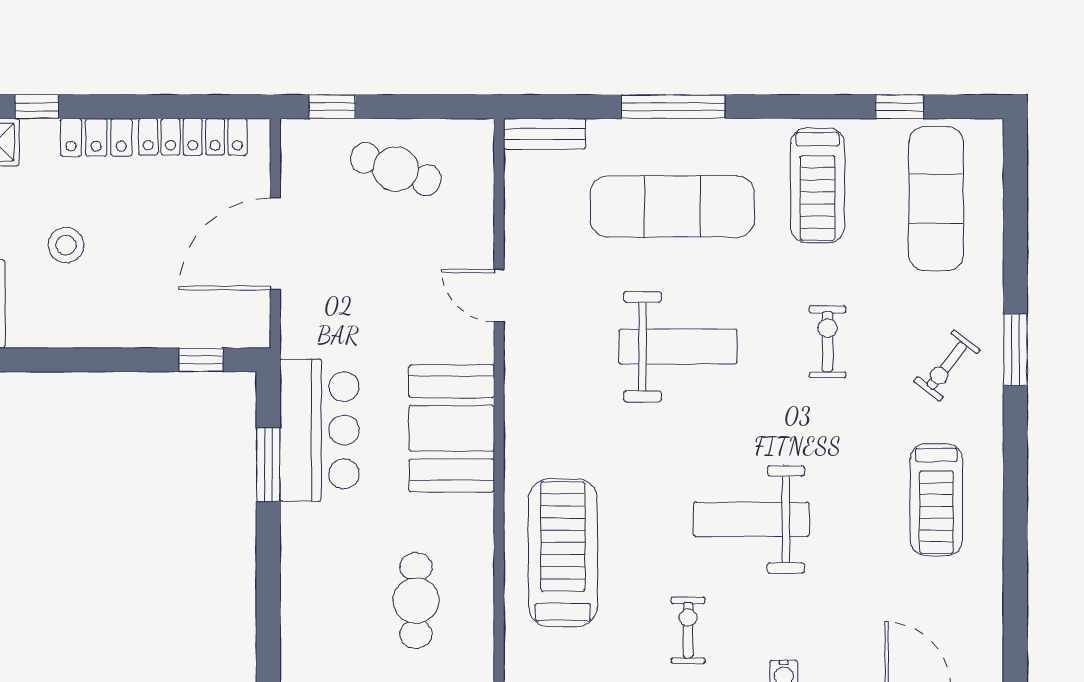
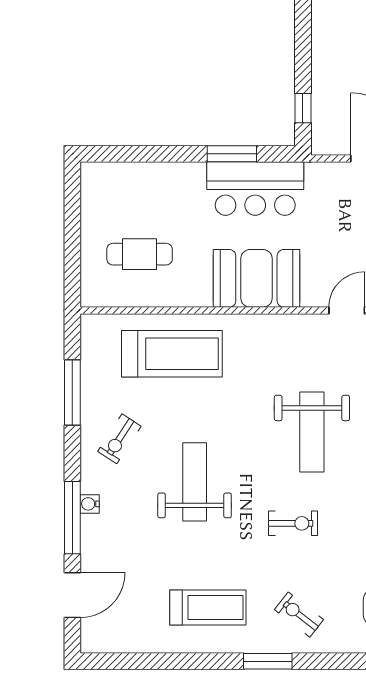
exercise bike: (828, 342) -> (293, 523), moved
window: (1015, 350) -> (268, 661), moved
treadmill: (936, 500) -> (208, 607), turned 180
exercise bike: (688, 630) -> (119, 439), turned 123

